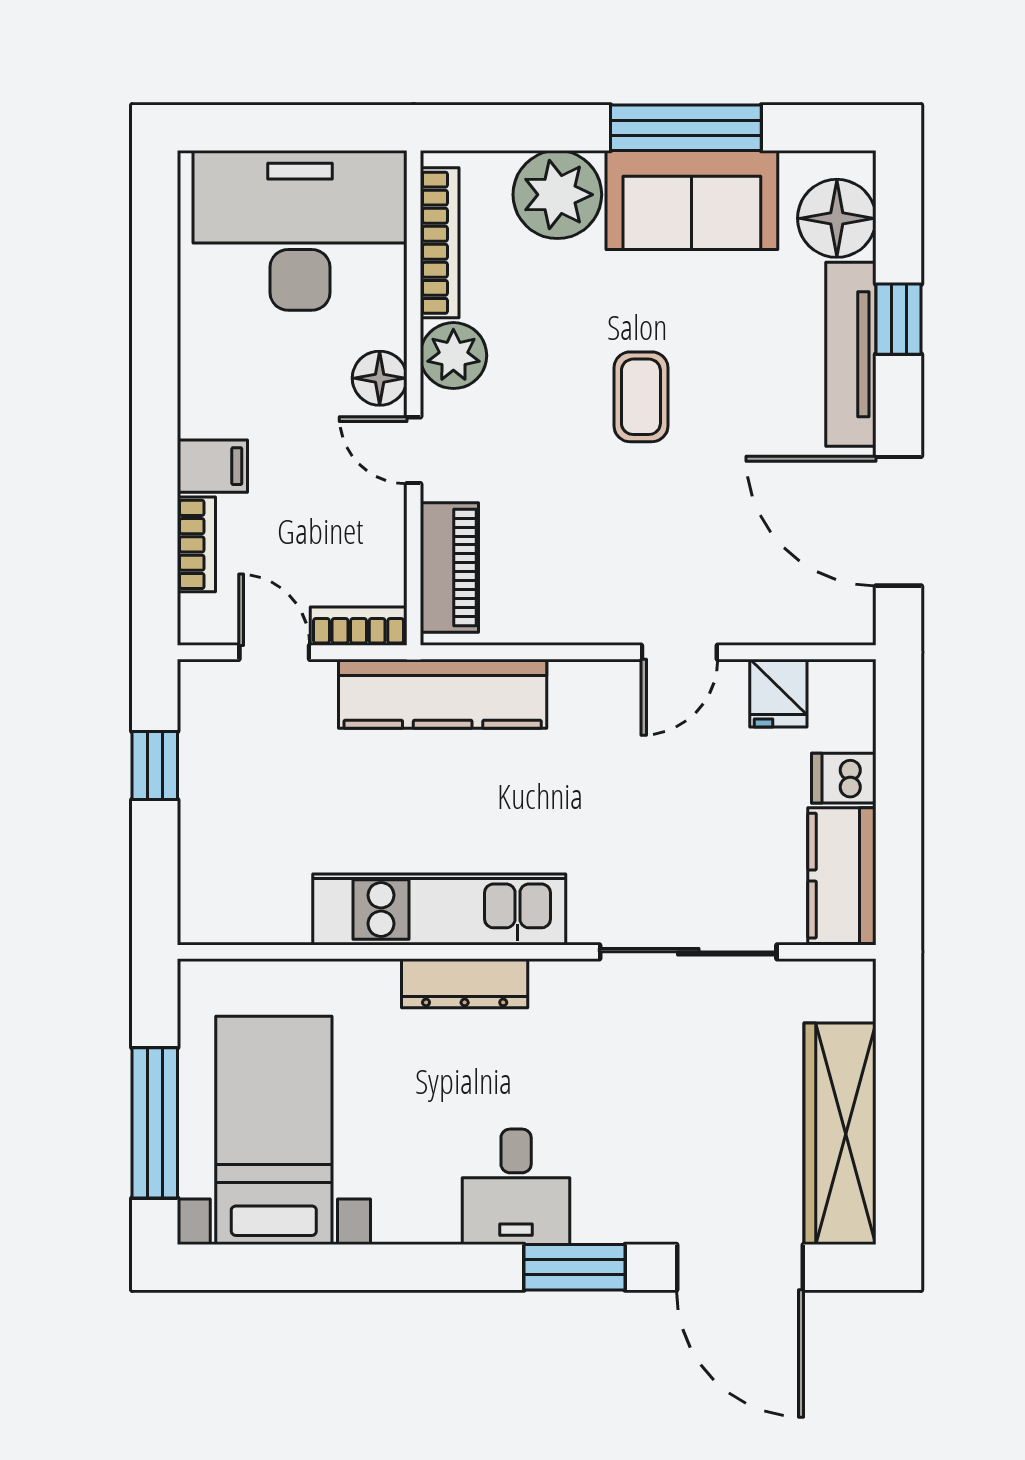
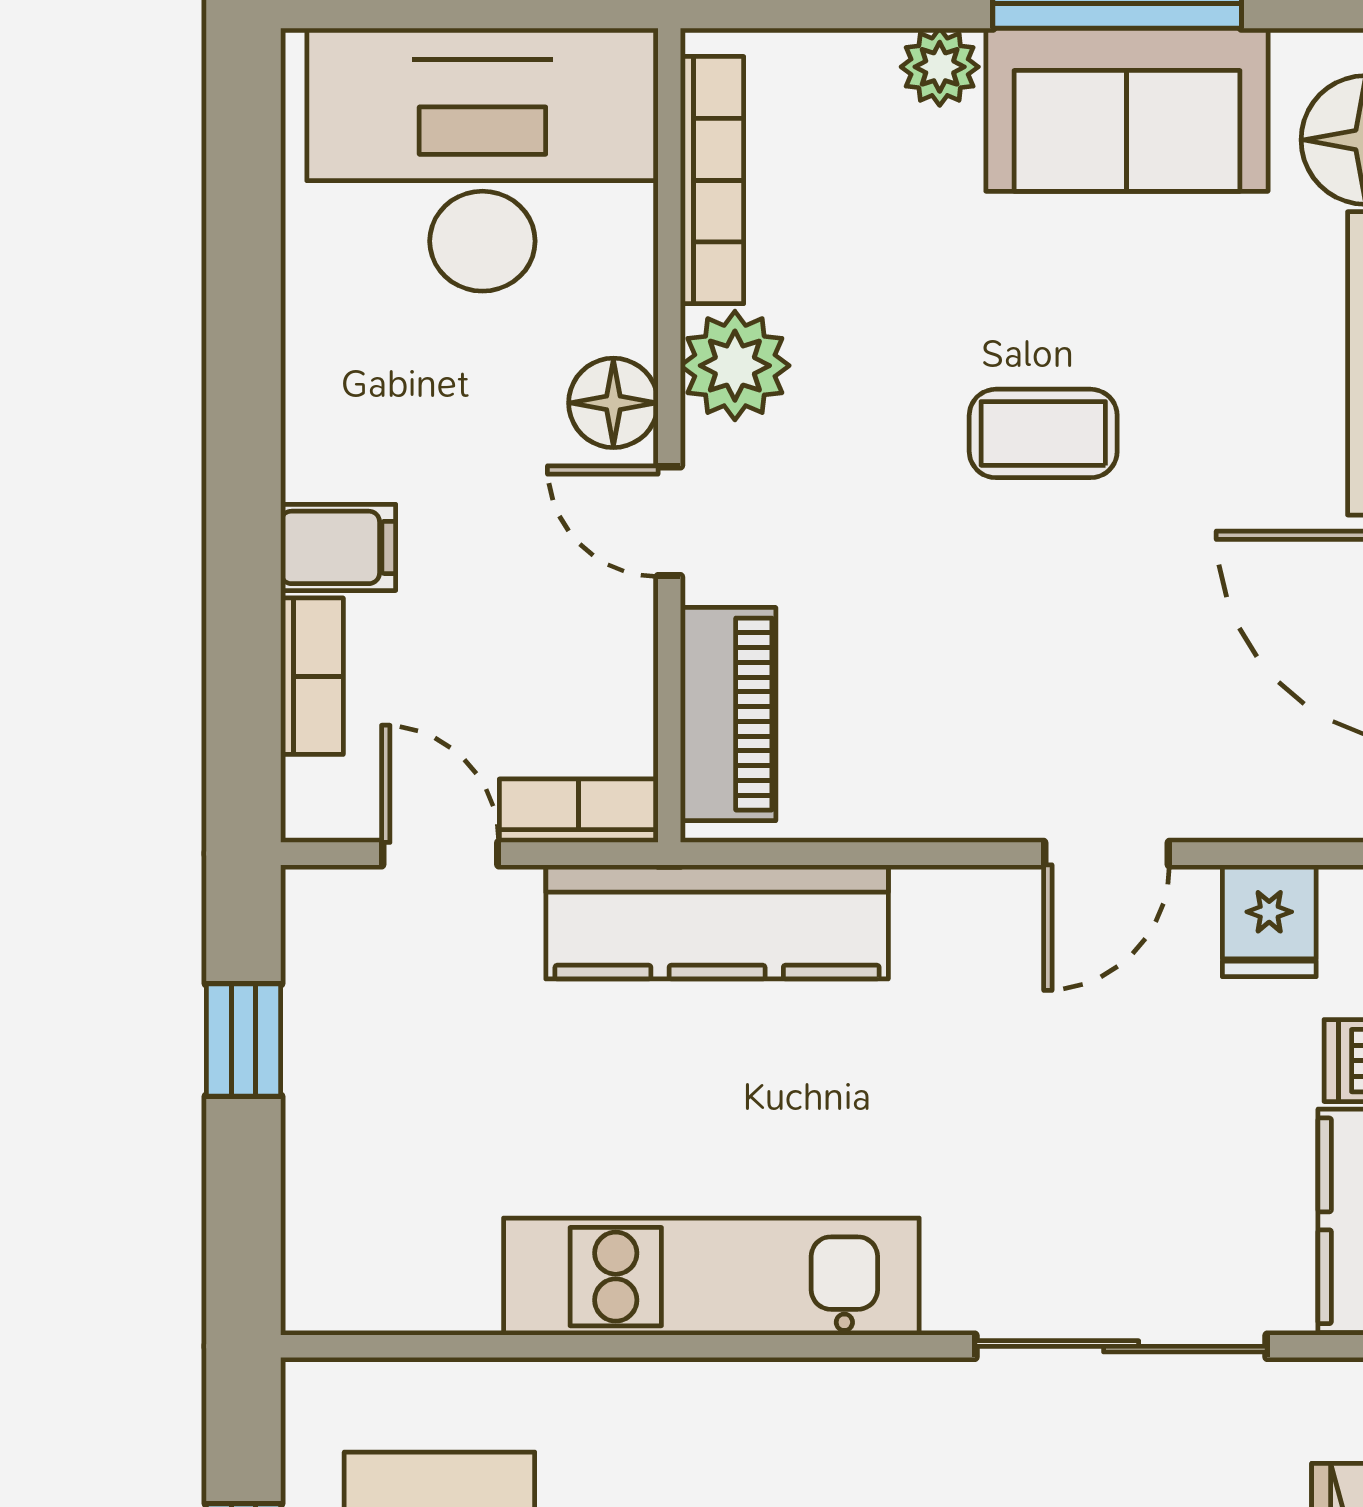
plant: (557, 195) -> (940, 67), width x0.53, depth x0.53
coffee table: (641, 397) -> (1043, 433), turned 90
dresser: (465, 983) -> (753, 1398), removed

